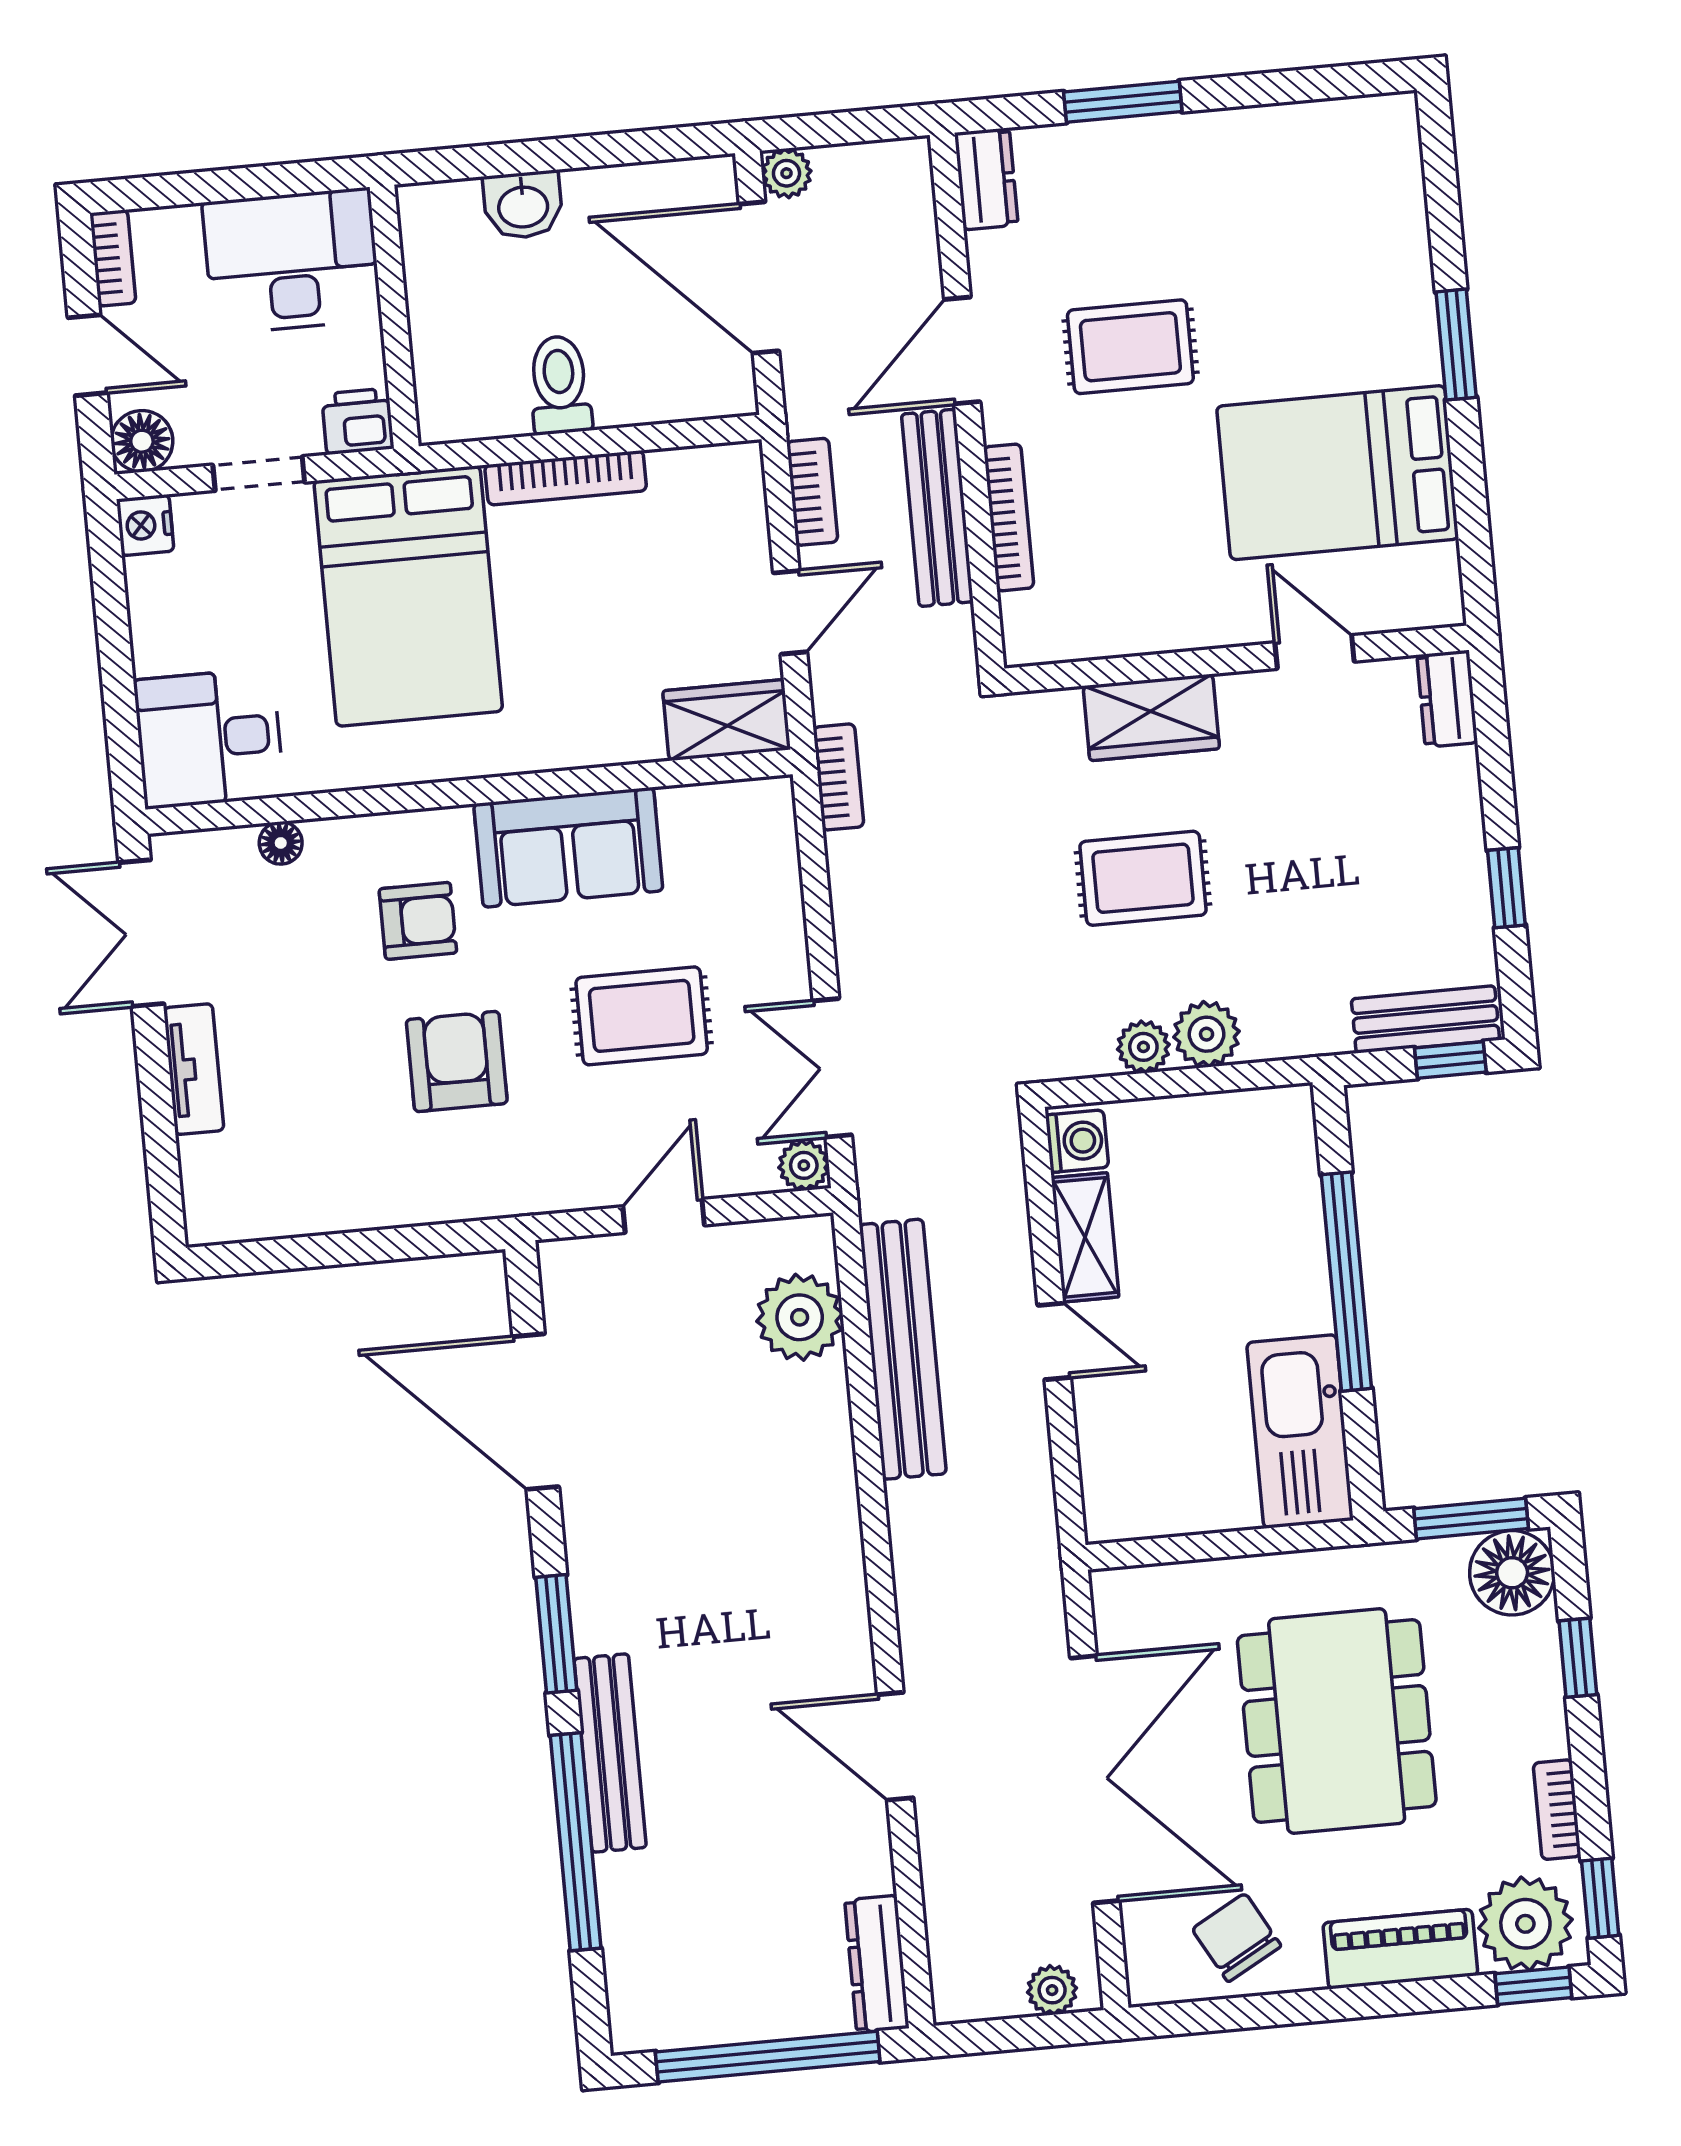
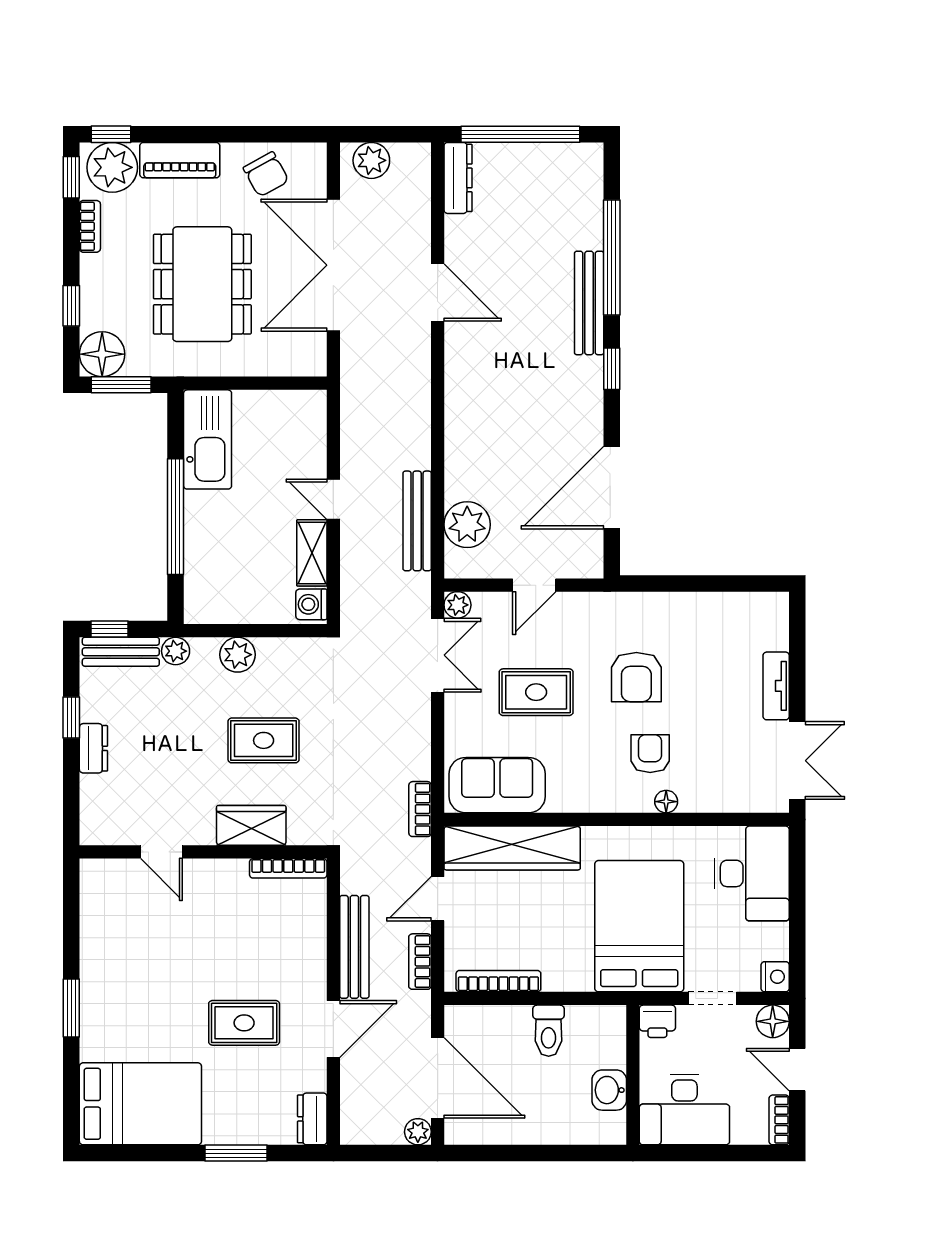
washbasin: (523, 205) -> (609, 1090), moved, turned -90
bed: (1338, 473) -> (140, 1104), moved
bookcase: (566, 478) -> (498, 981), moved
bookcase: (1009, 517) -> (288, 868), moved, turned -90
dresser: (1447, 699) -> (93, 748), moved
wardrobe: (727, 720) -> (512, 848), width x2.10, depth x1.17
desk: (209, 738) -> (752, 873), width x1.37
floor lamp: (281, 843) -> (666, 802), moved
sofa: (568, 847) -> (497, 785), moved
armchair: (418, 921) -> (650, 754), turned 90
plant: (1143, 1047) -> (176, 651), moved
bench: (903, 1349) -> (417, 521), width x0.73, depth x0.82
door: (536, 1412) -> (612, 488), swing flipped
window: (556, 1634) -> (612, 369), width x0.67
plant: (1052, 1990) -> (371, 160), width x1.38, depth x1.38

